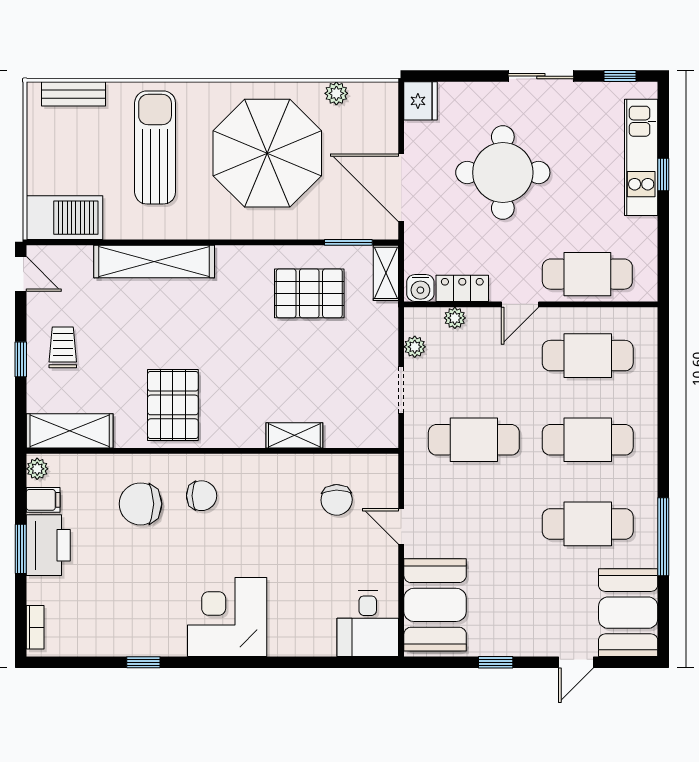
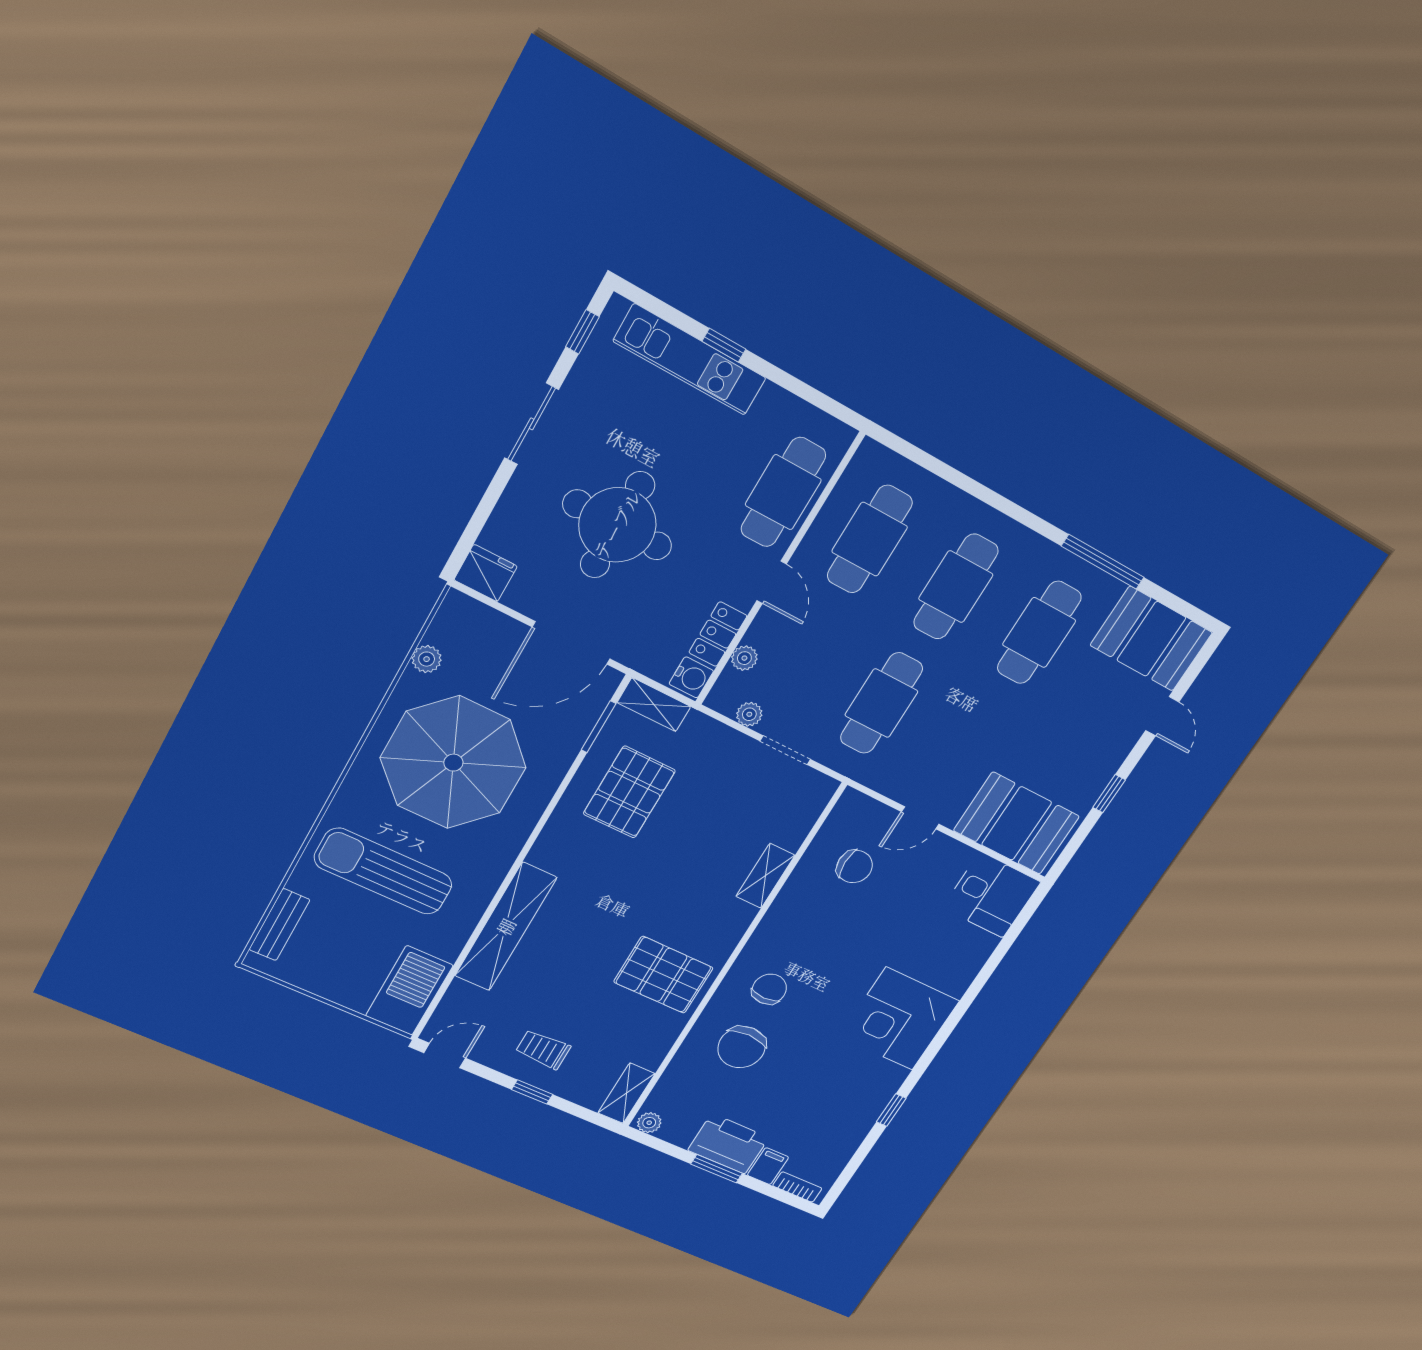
shelving: (70, 431) -> (626, 1093), width x0.67, depth x0.75
filing cabinet: (43, 500) -> (768, 1166), moved

